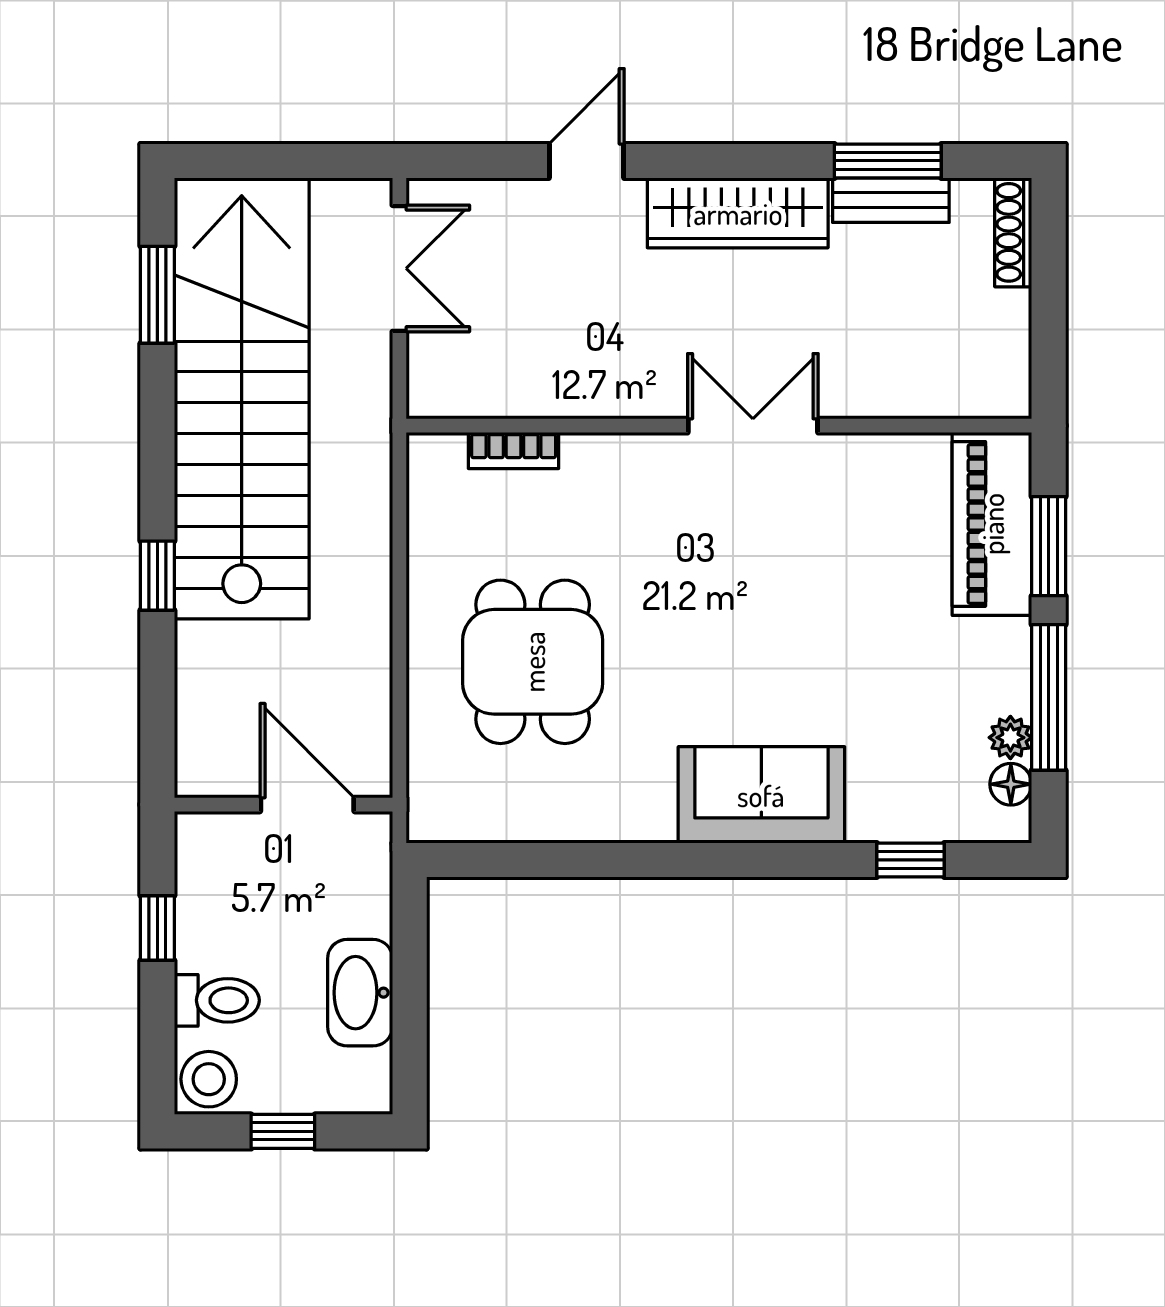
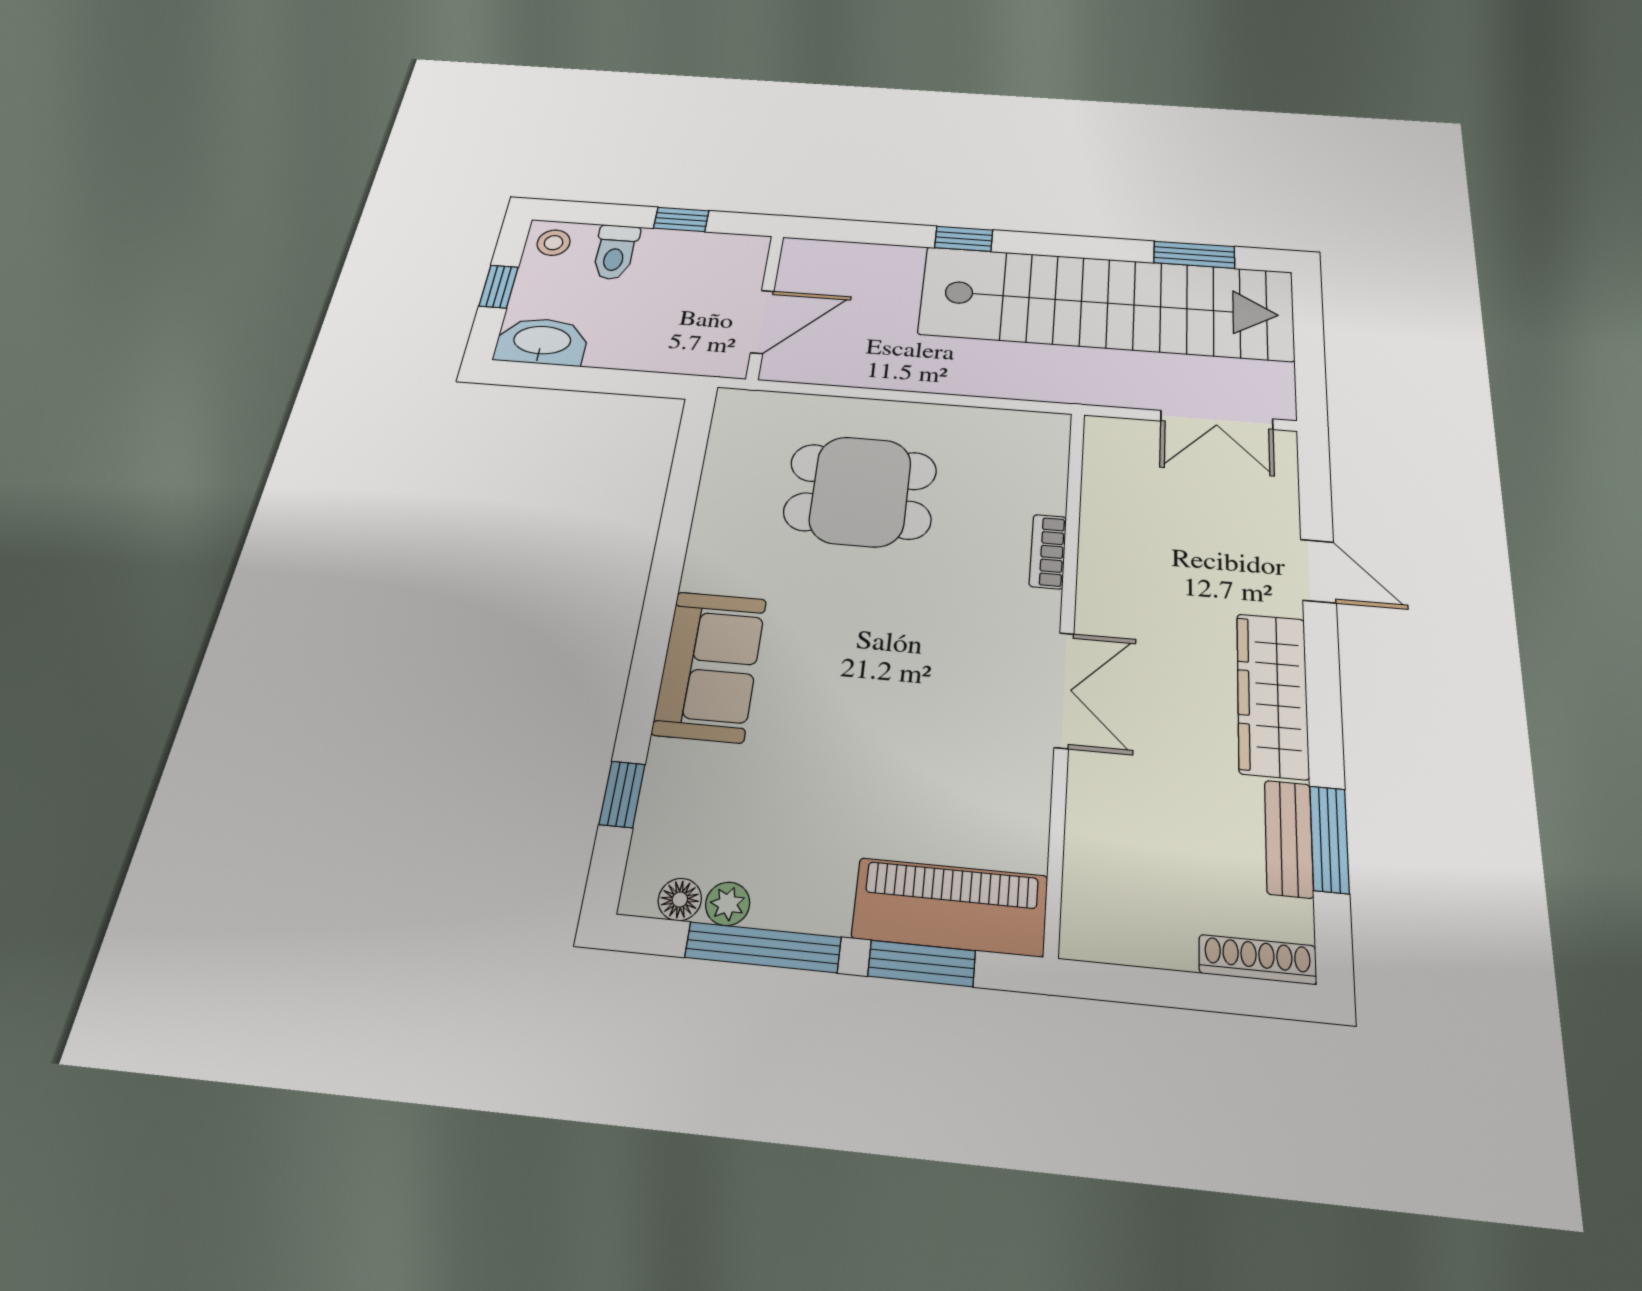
bookcase: (514, 451) -> (1048, 551), moved
washbasin: (360, 993) -> (542, 341), moved
stool: (209, 1079) -> (554, 243), width x0.73, depth x0.73

